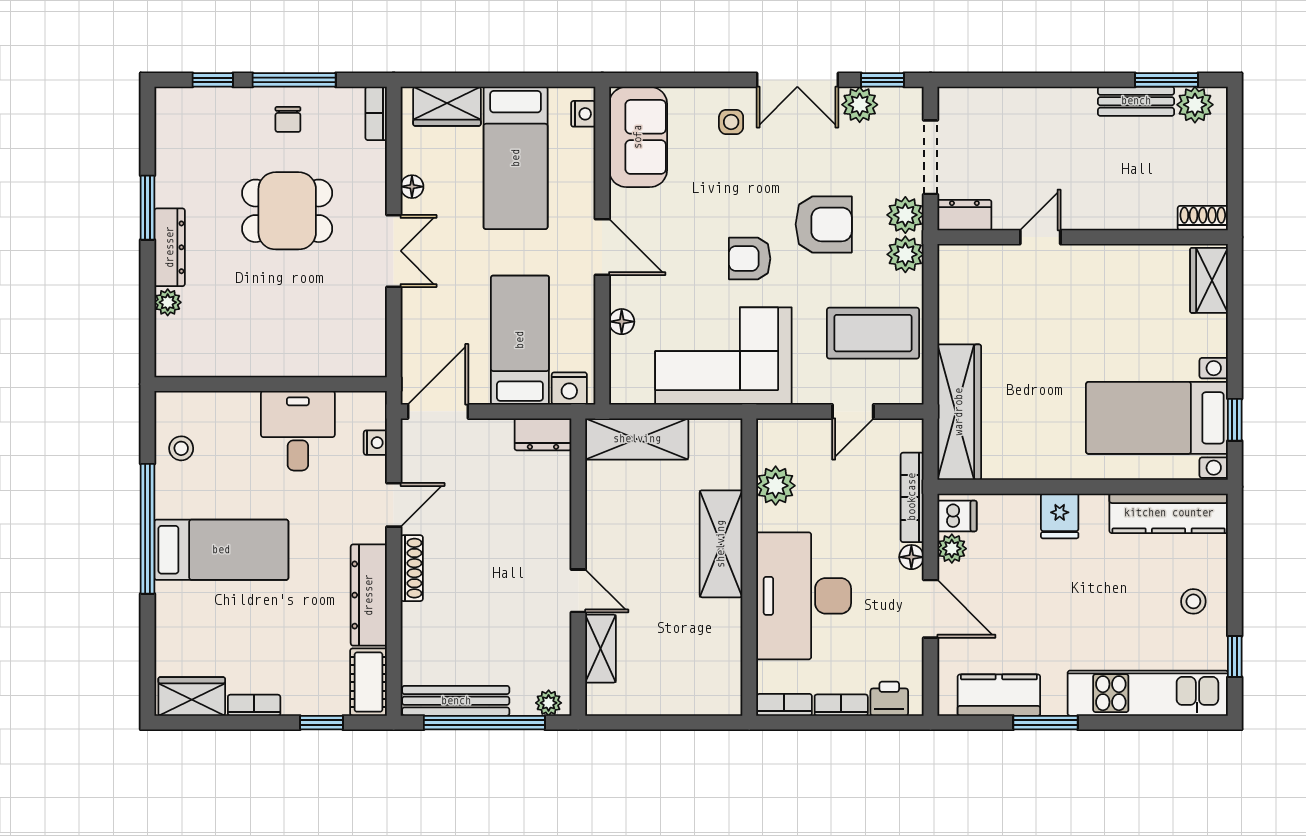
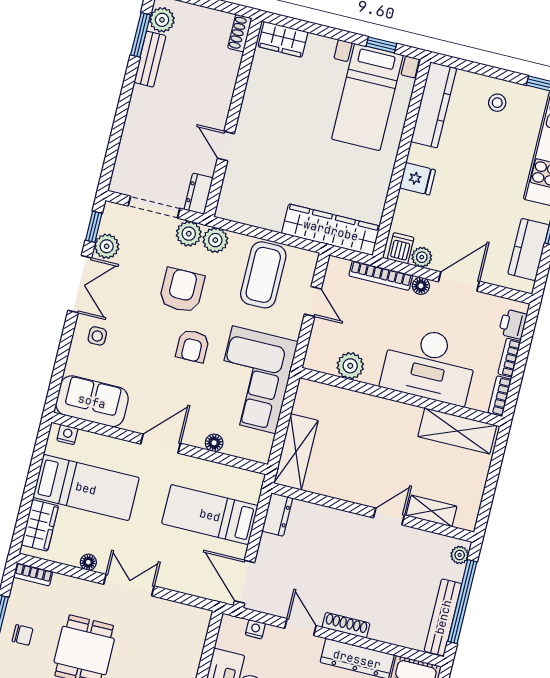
nightstand: (569, 388) -> (251, 489), removed
shelving: (721, 544) -> (457, 431), moved

